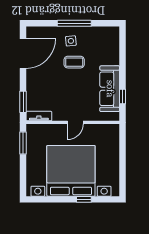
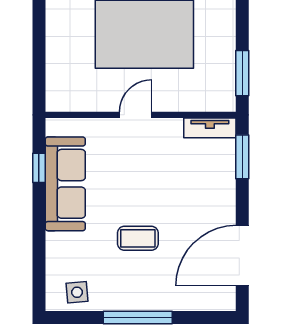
side table: (71, 41) -> (77, 292), moved

